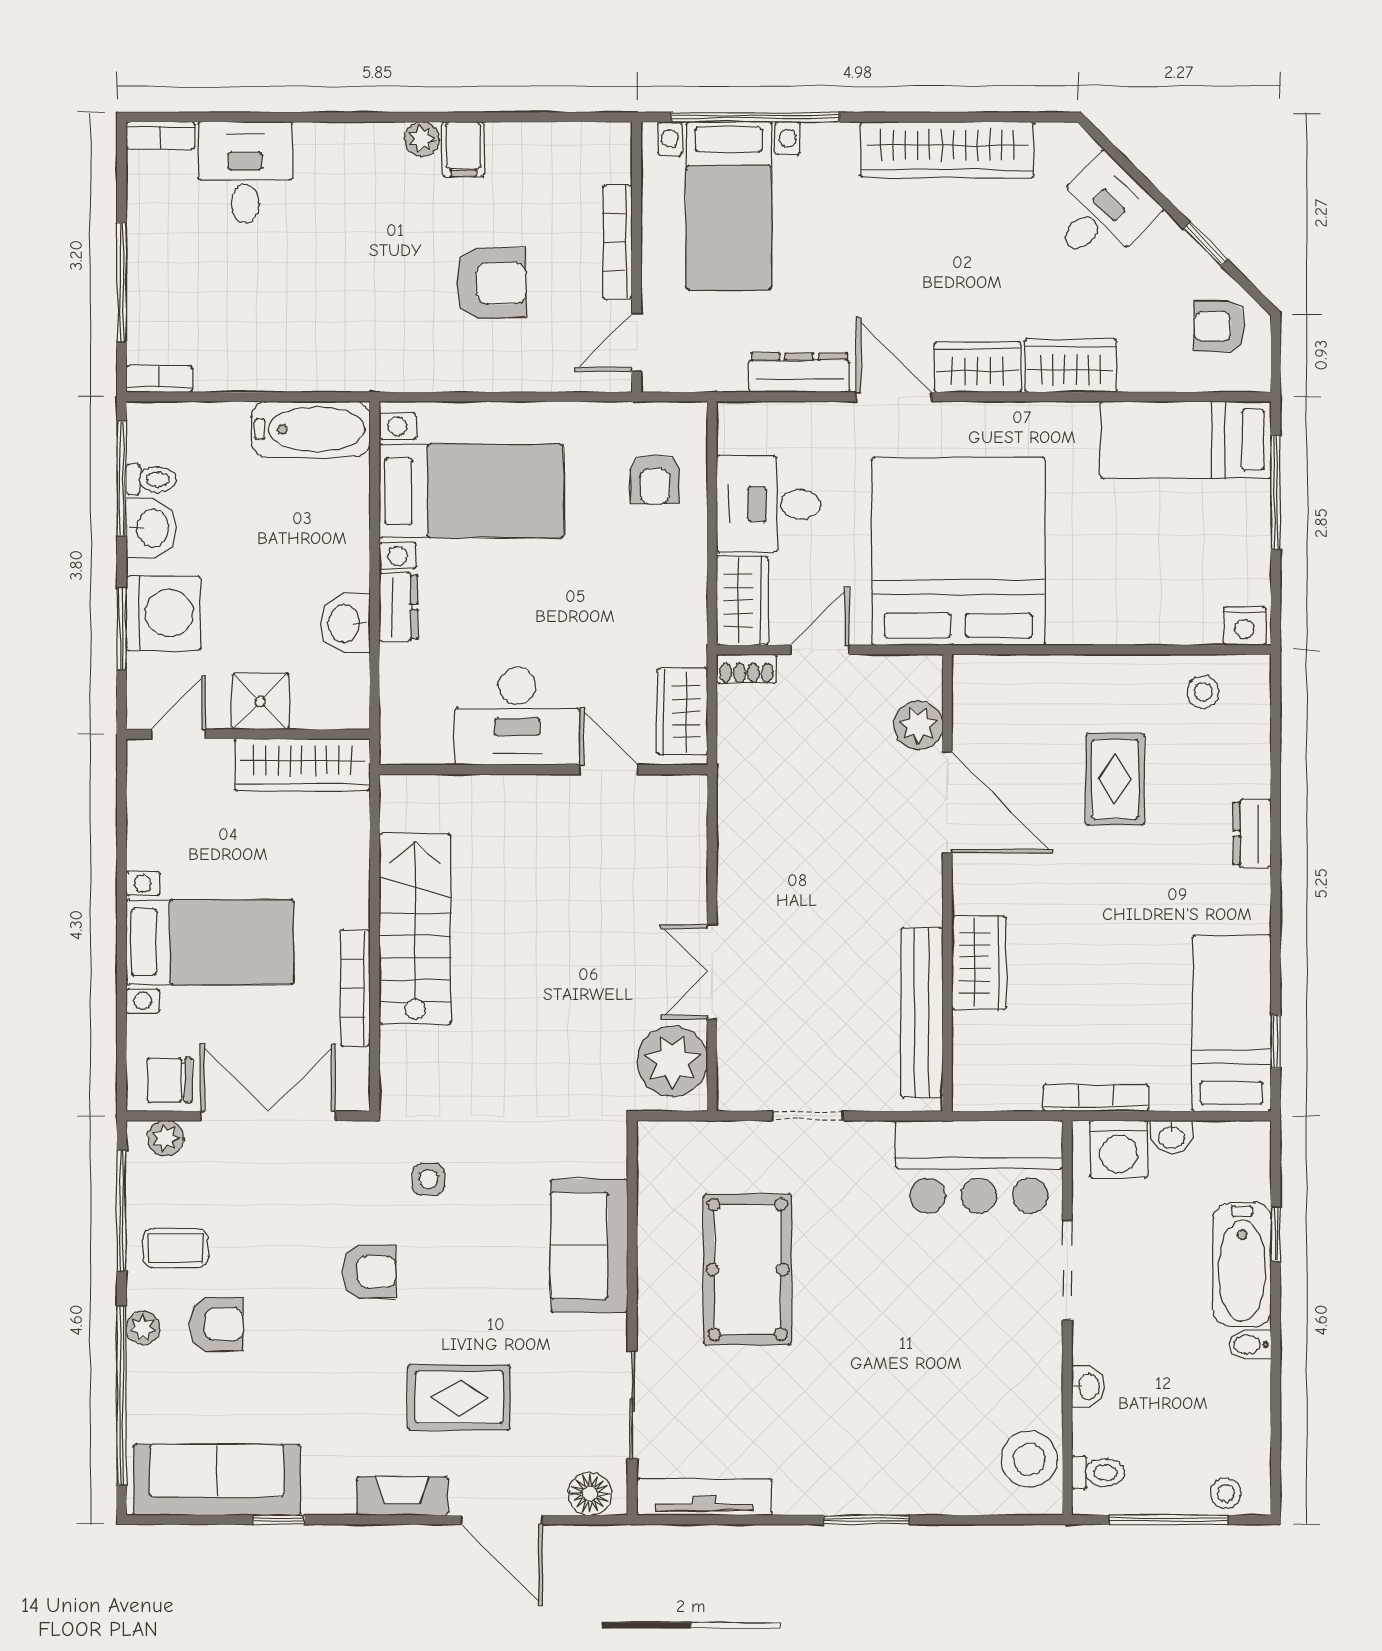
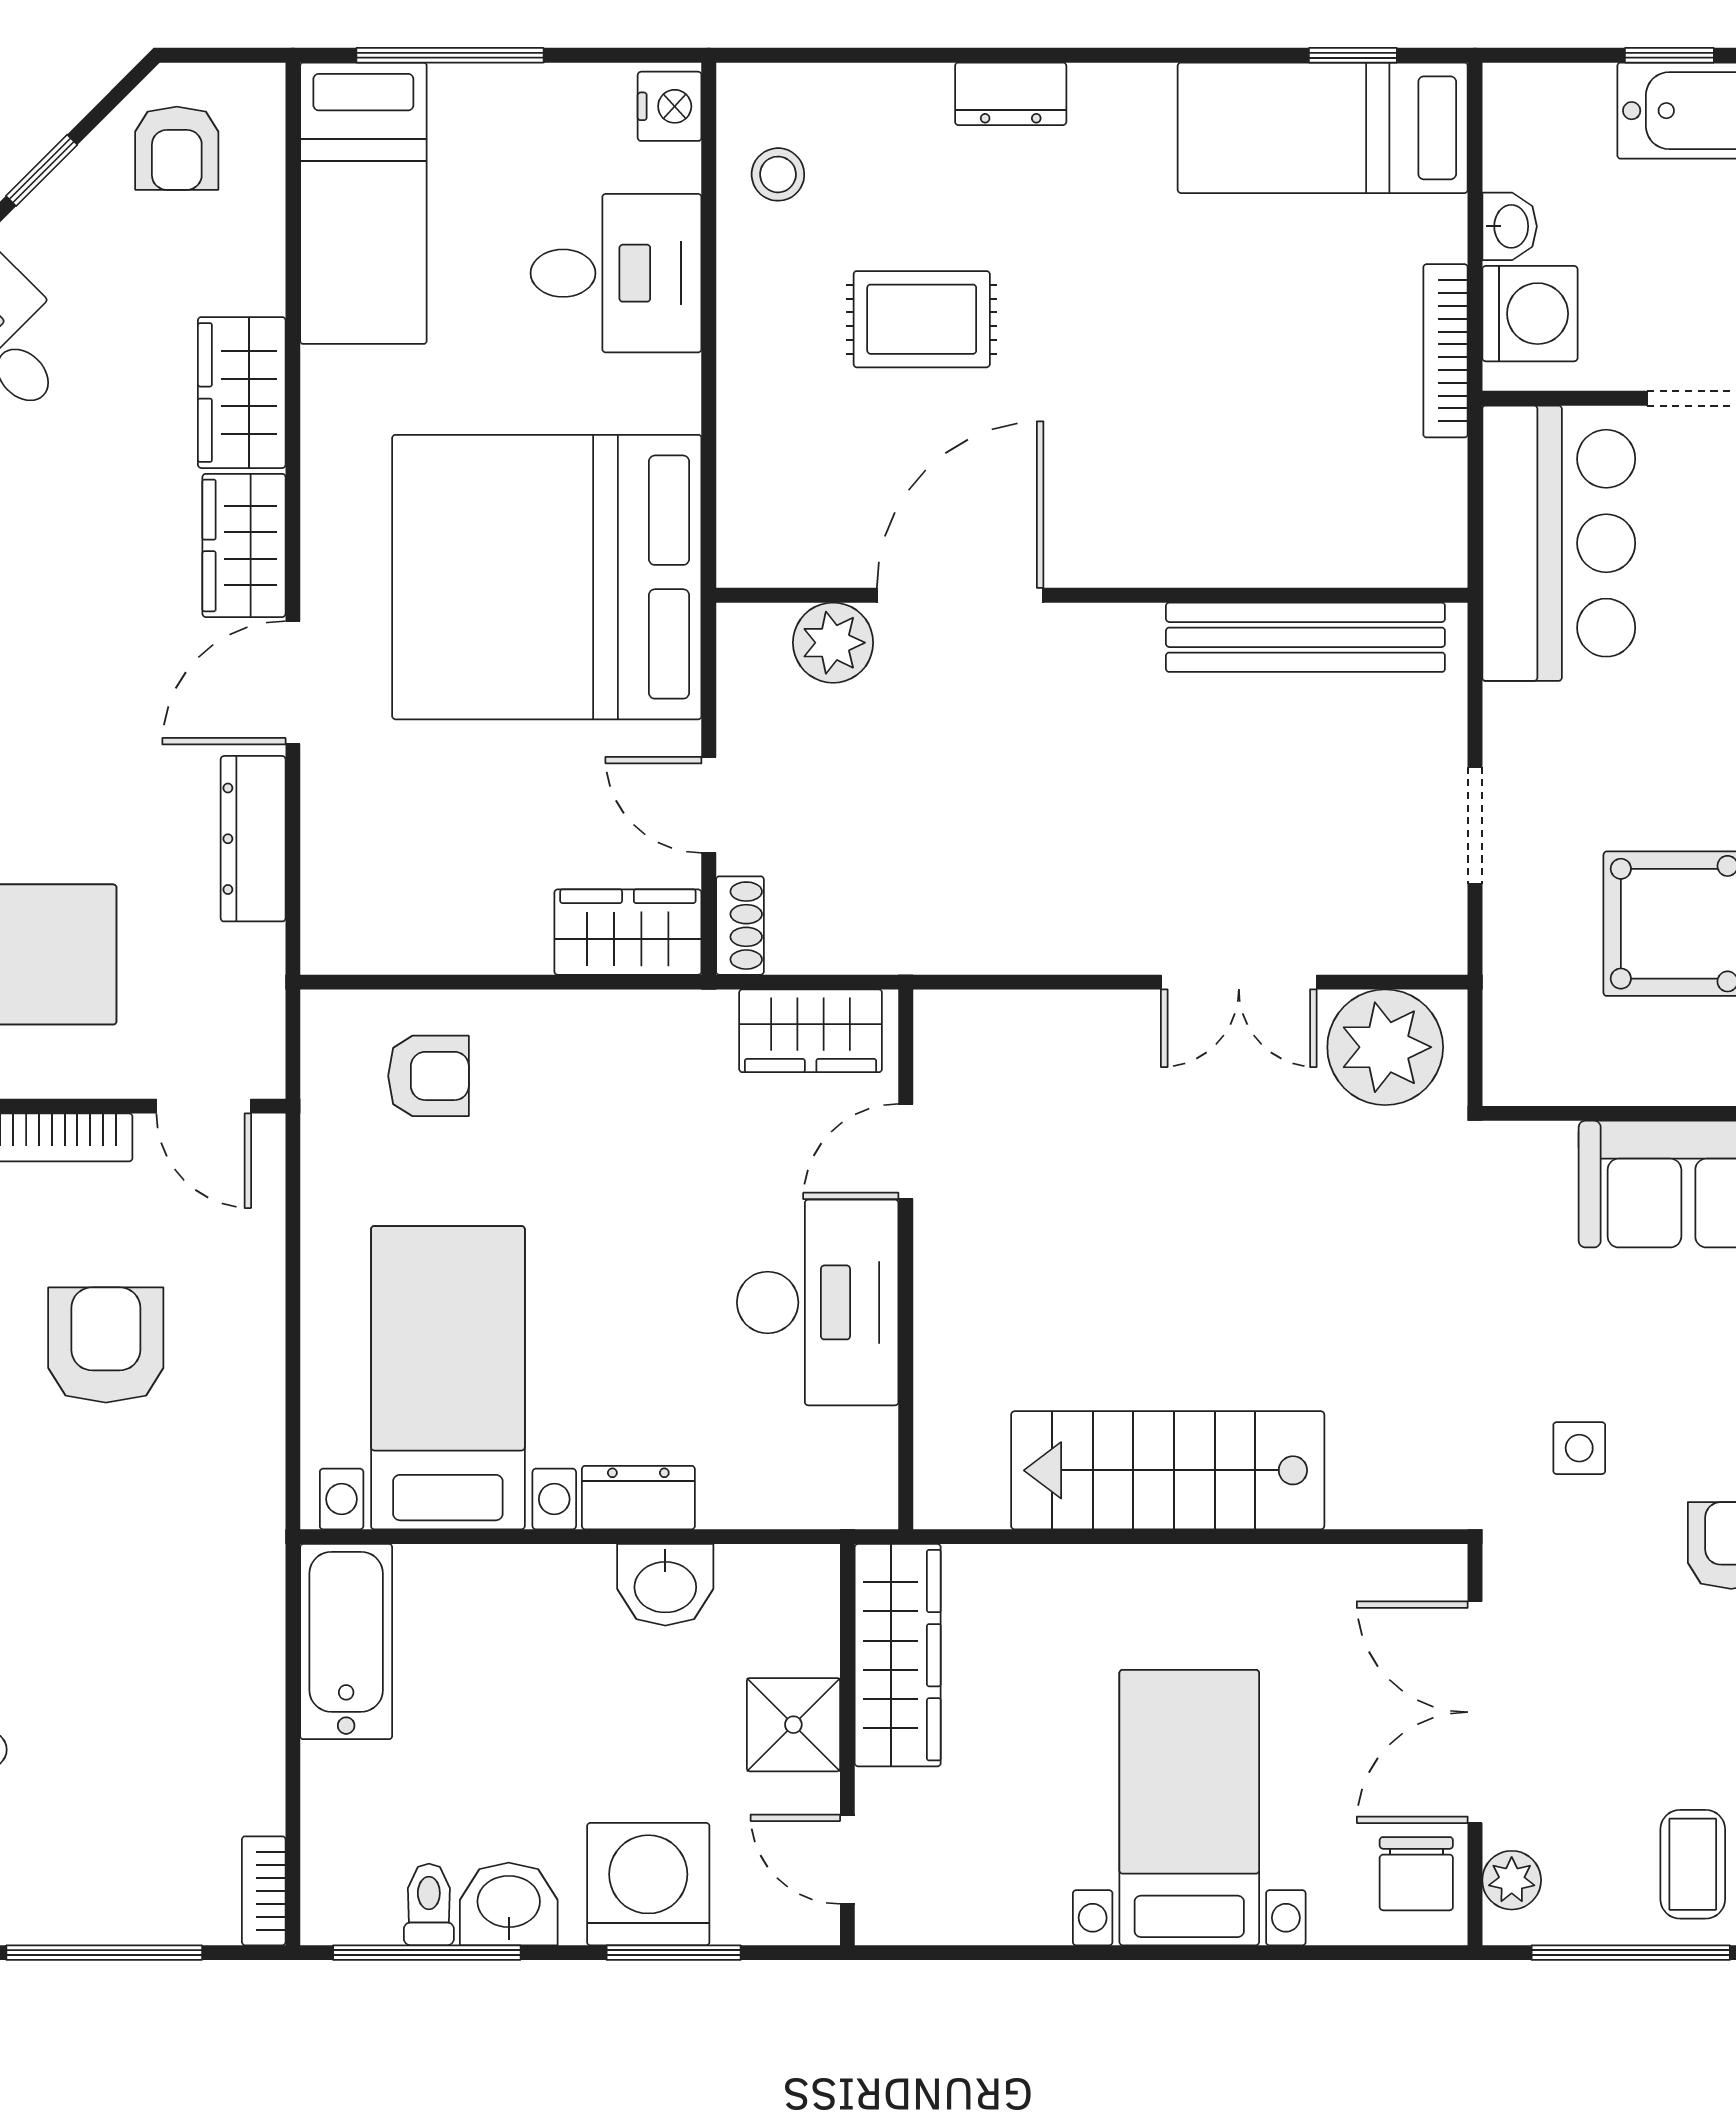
desk: (768, 504) -> (616, 273), moved, turned -90
wardrobe: (979, 963) -> (1224, 543), removed
bookcase: (355, 988) -> (1265, 1568), removed

